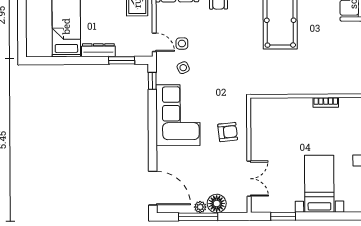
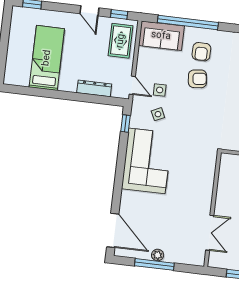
dresser: (98, 50) -> (94, 88), moved
window: (122, 60) -> (98, 99), removed
armchair: (228, 132) -> (197, 79), moved
floor lamp: (217, 204) -> (174, 254), removed

